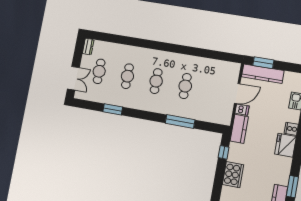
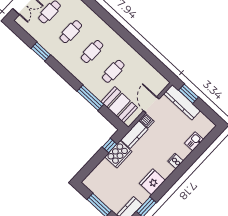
door: (237, 93) -> (151, 105), swing flipped
booth: (209, 111) -> (119, 105), added
fridge: (285, 145) -> (152, 182), moved
cooker: (233, 175) -> (118, 154), moved

